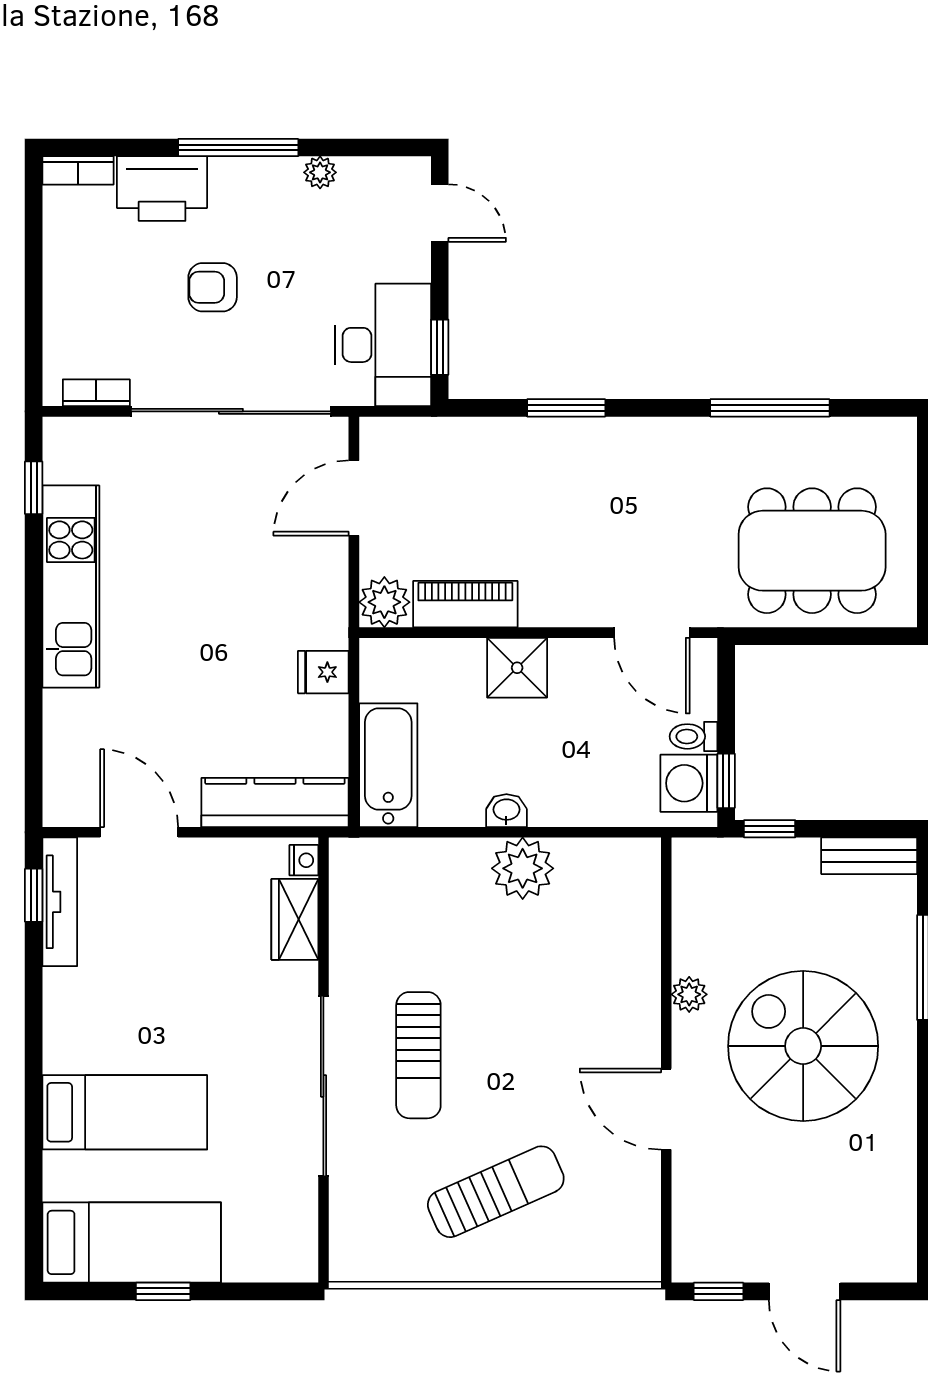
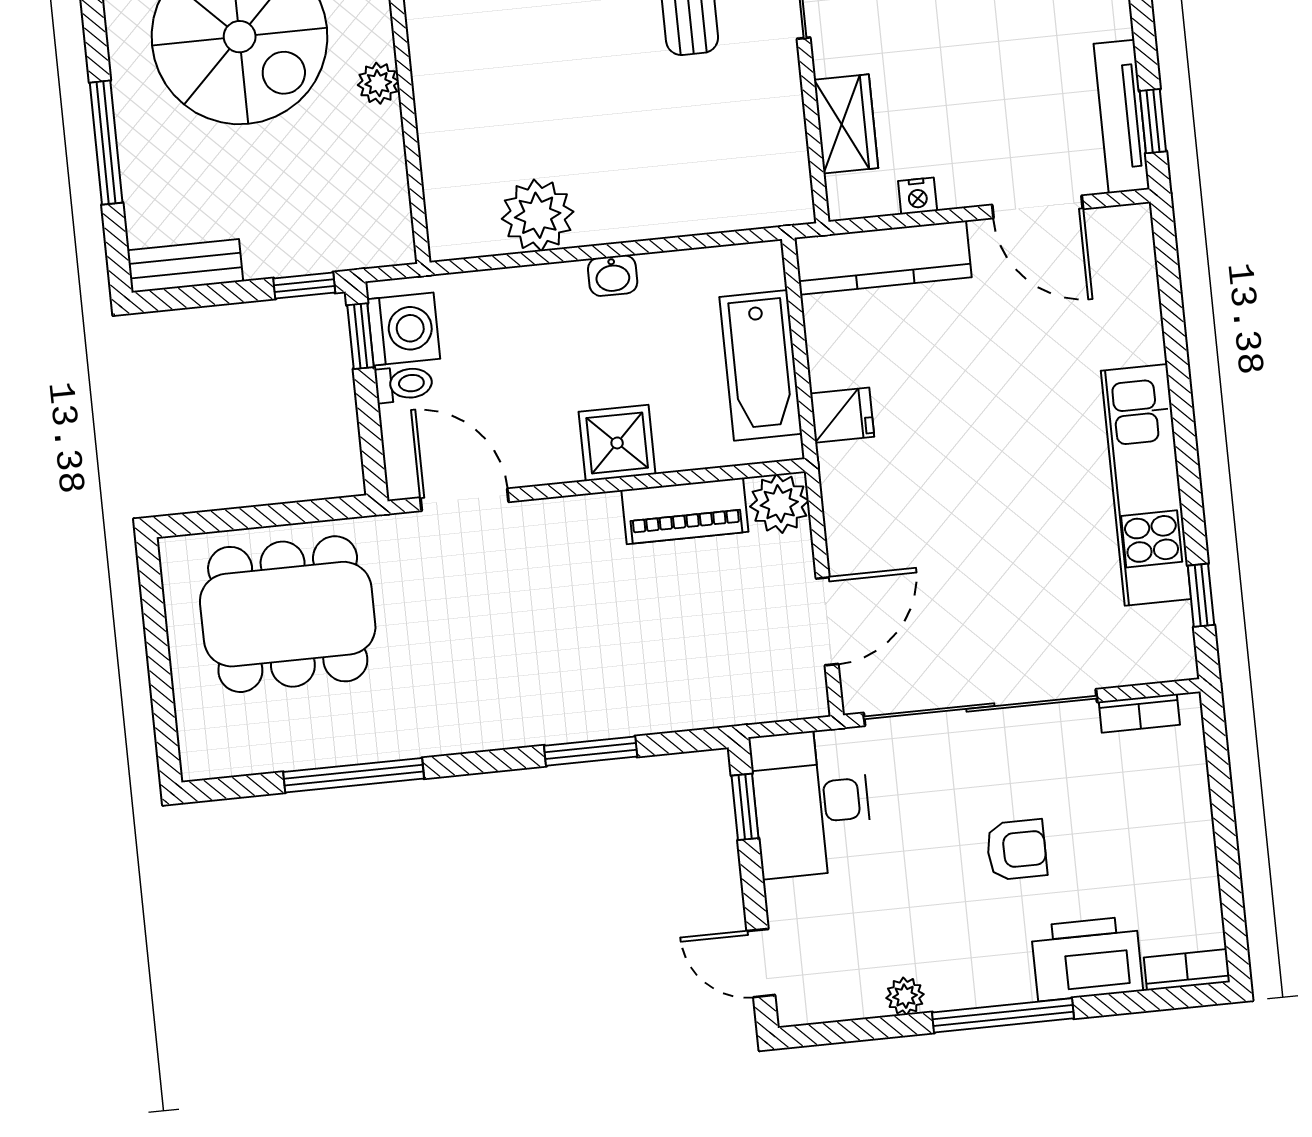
bathtub: (388, 765) -> (761, 365), moved
nightstand: (304, 860) -> (918, 196), moved, turned -90
plant: (523, 868) -> (538, 215), moved

